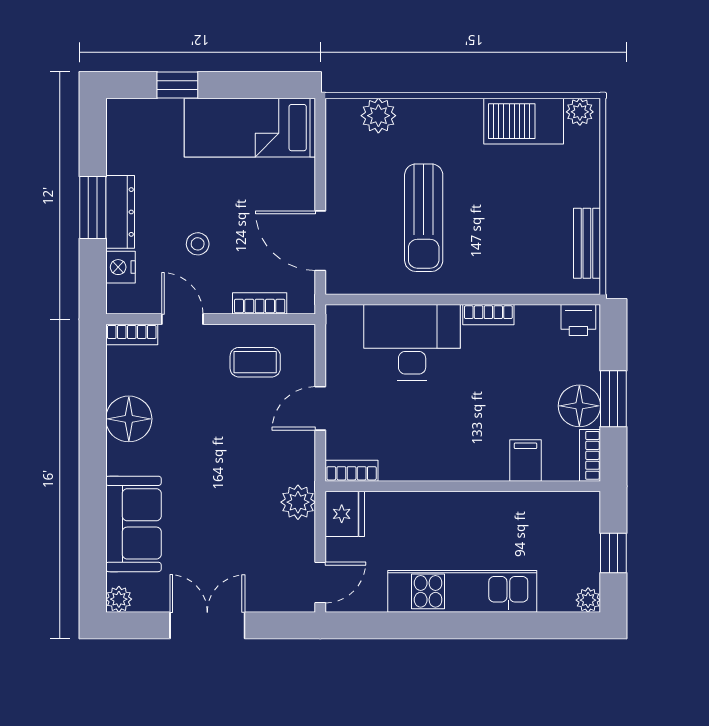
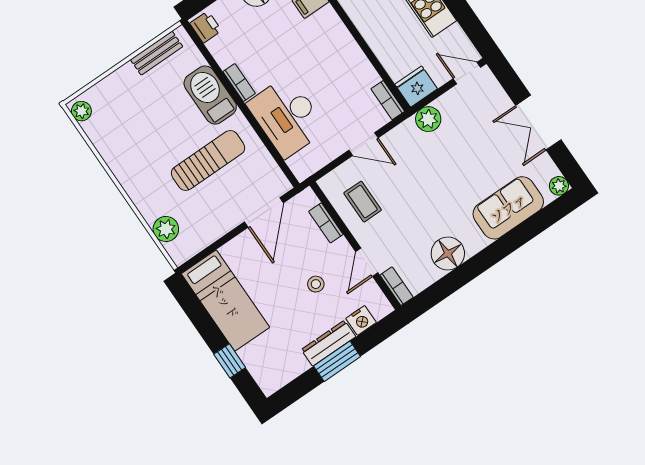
barbecue: (524, 121) -> (210, 95), moved, turned 180

